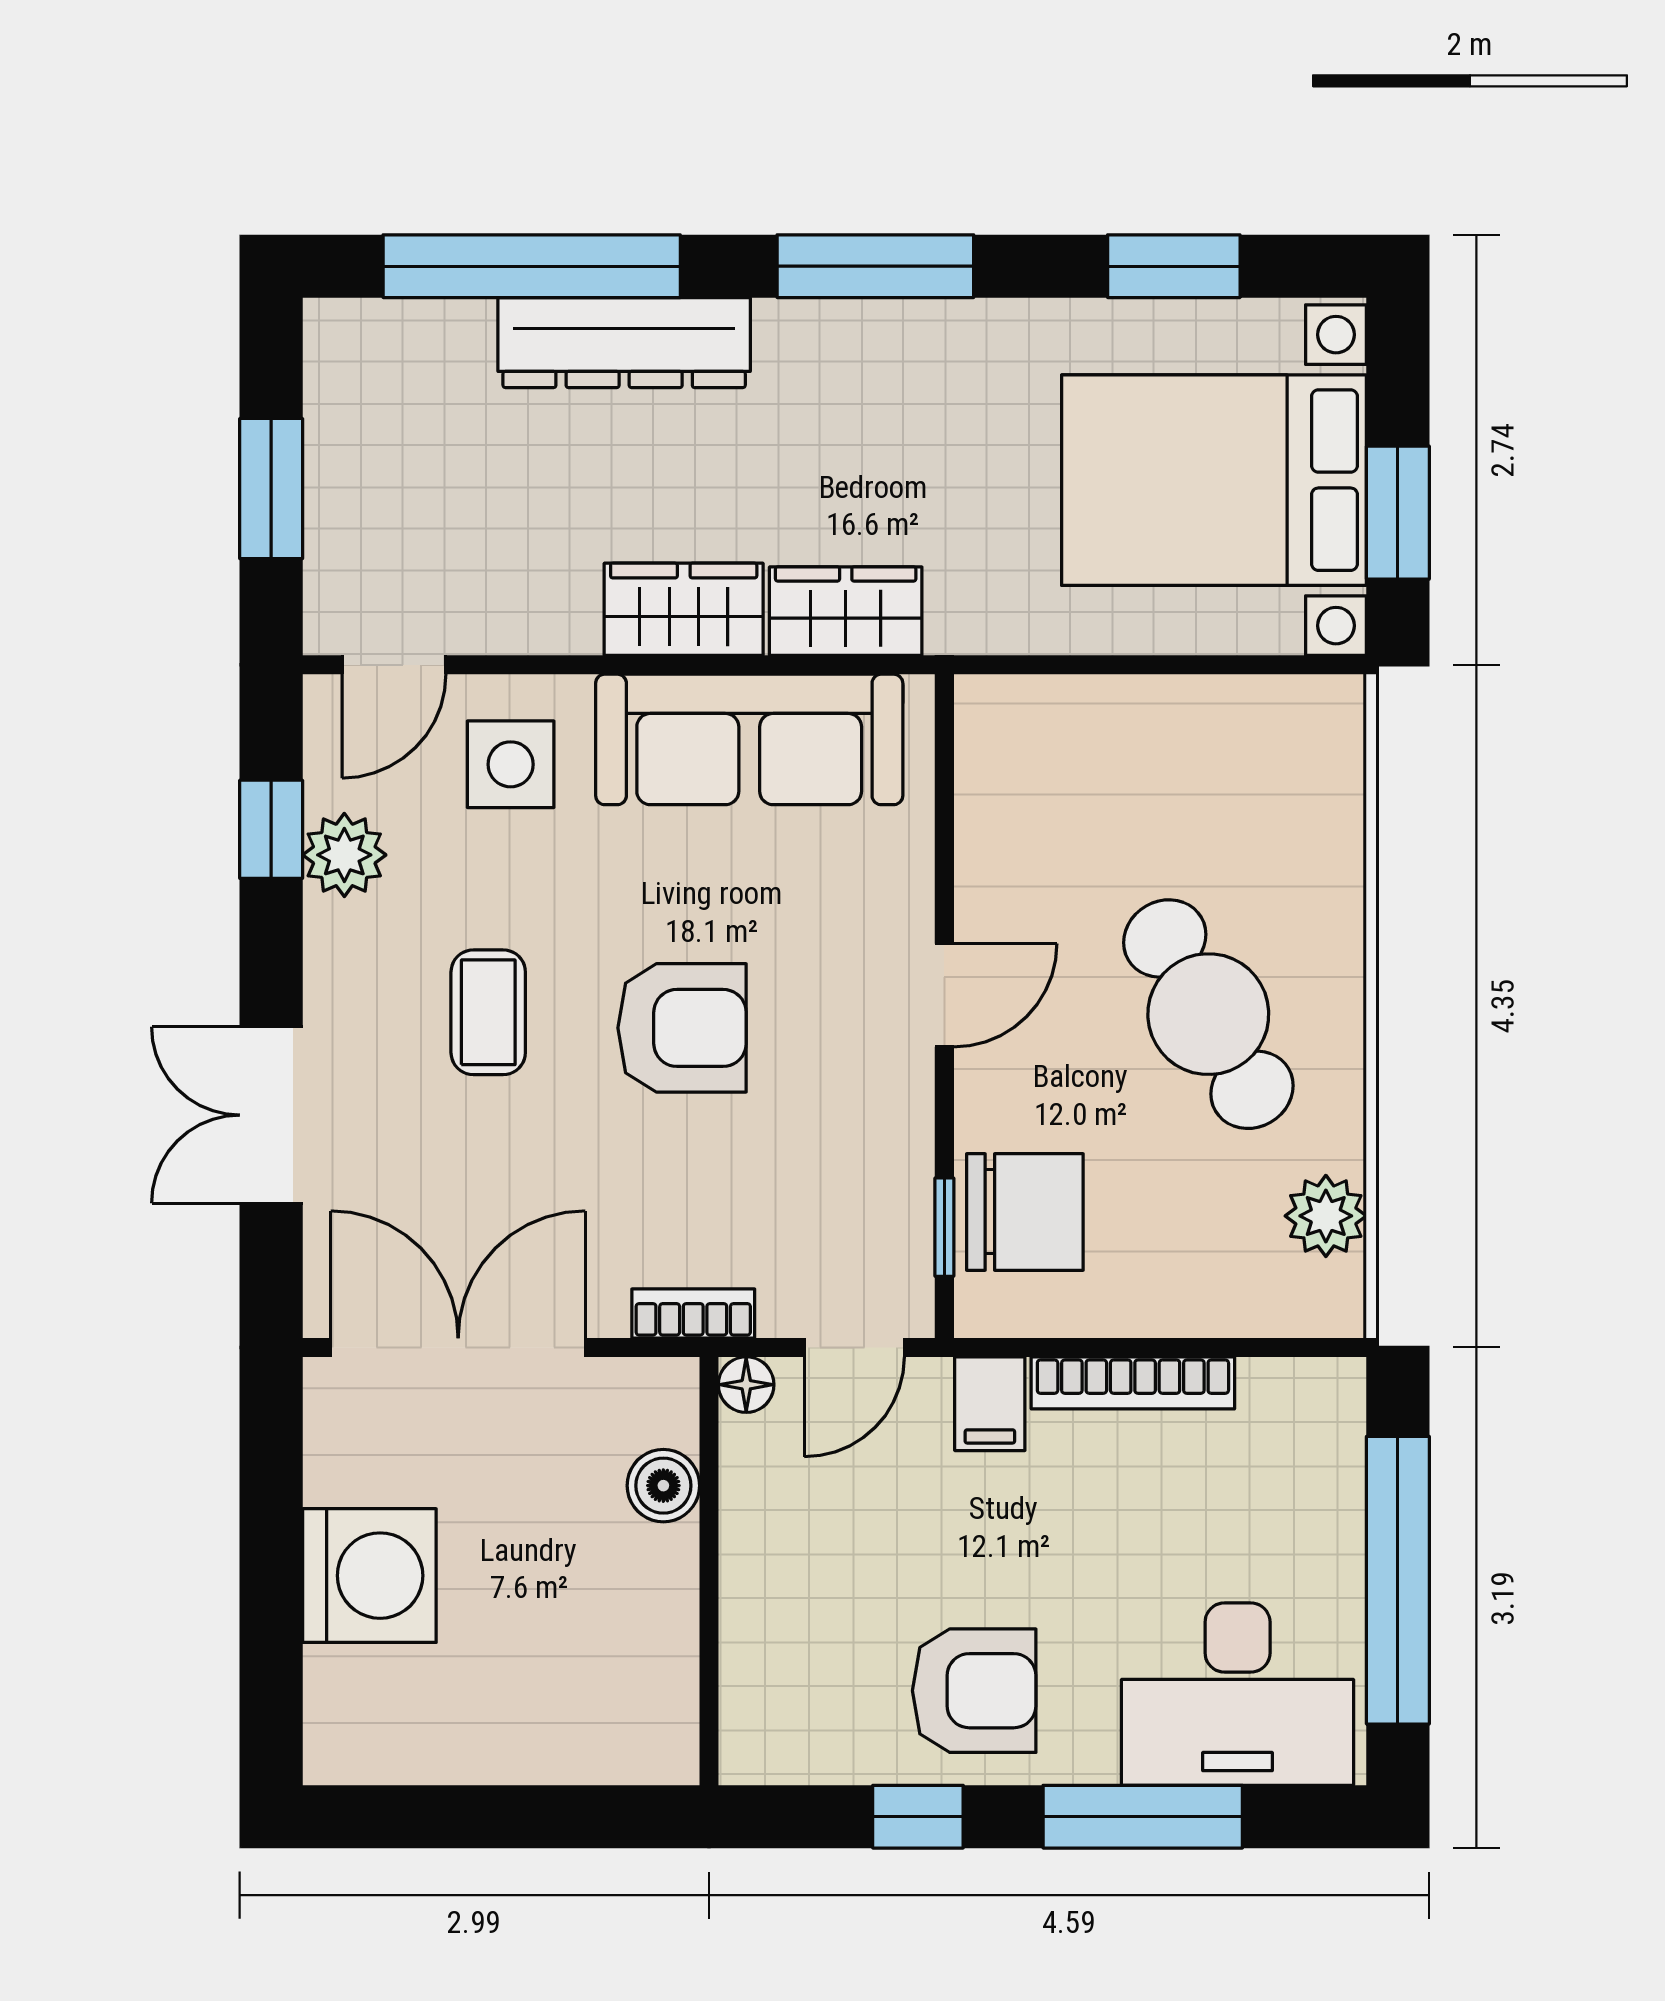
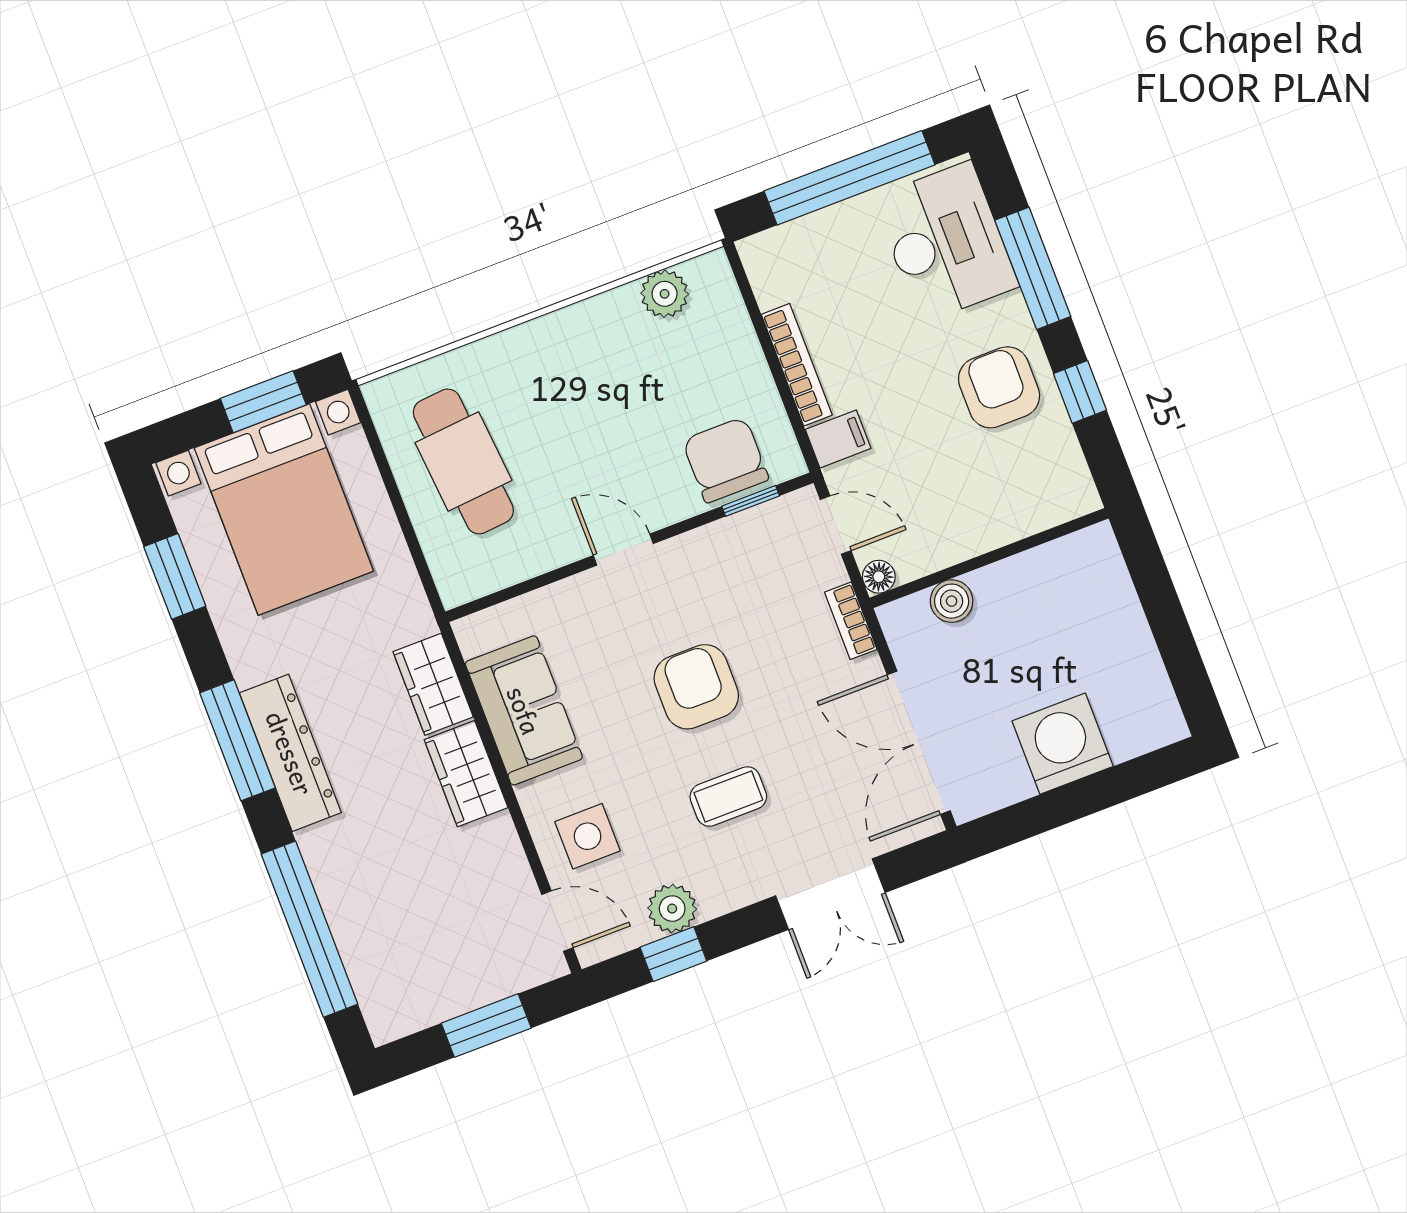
dresser: (624, 343) -> (290, 753), moved
sofa: (749, 739) -> (524, 710), width x0.73
cafe table: (1208, 1014) -> (463, 461), moved, turned -65

